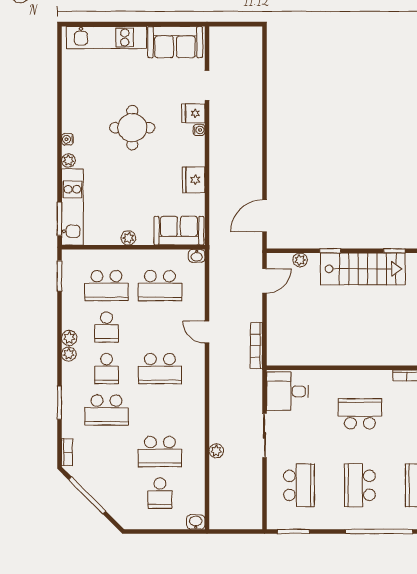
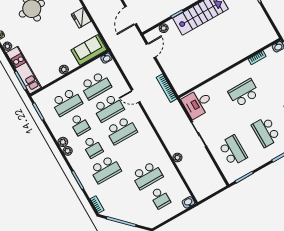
school desk: (160, 327) -> (109, 108), added

